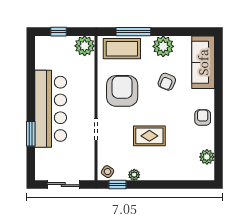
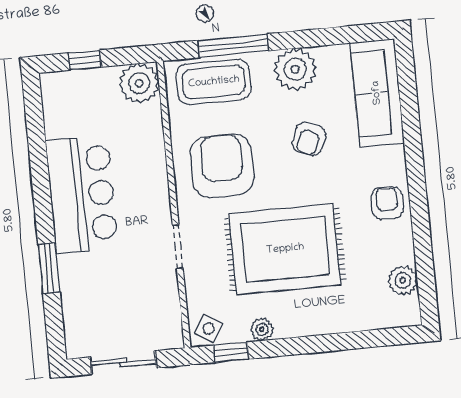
bar counter: (51, 109) -> (82, 194), width x0.73
rug: (149, 136) -> (285, 249), width x1.86, depth x2.06

